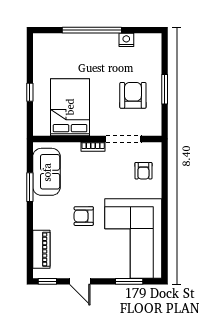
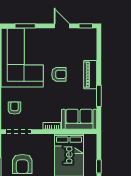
doorway: (123, 139) -> (19, 132), moved
sofa: (47, 172) -> (79, 119), moved, turned 90
piano: (41, 249) -> (90, 75), moved

